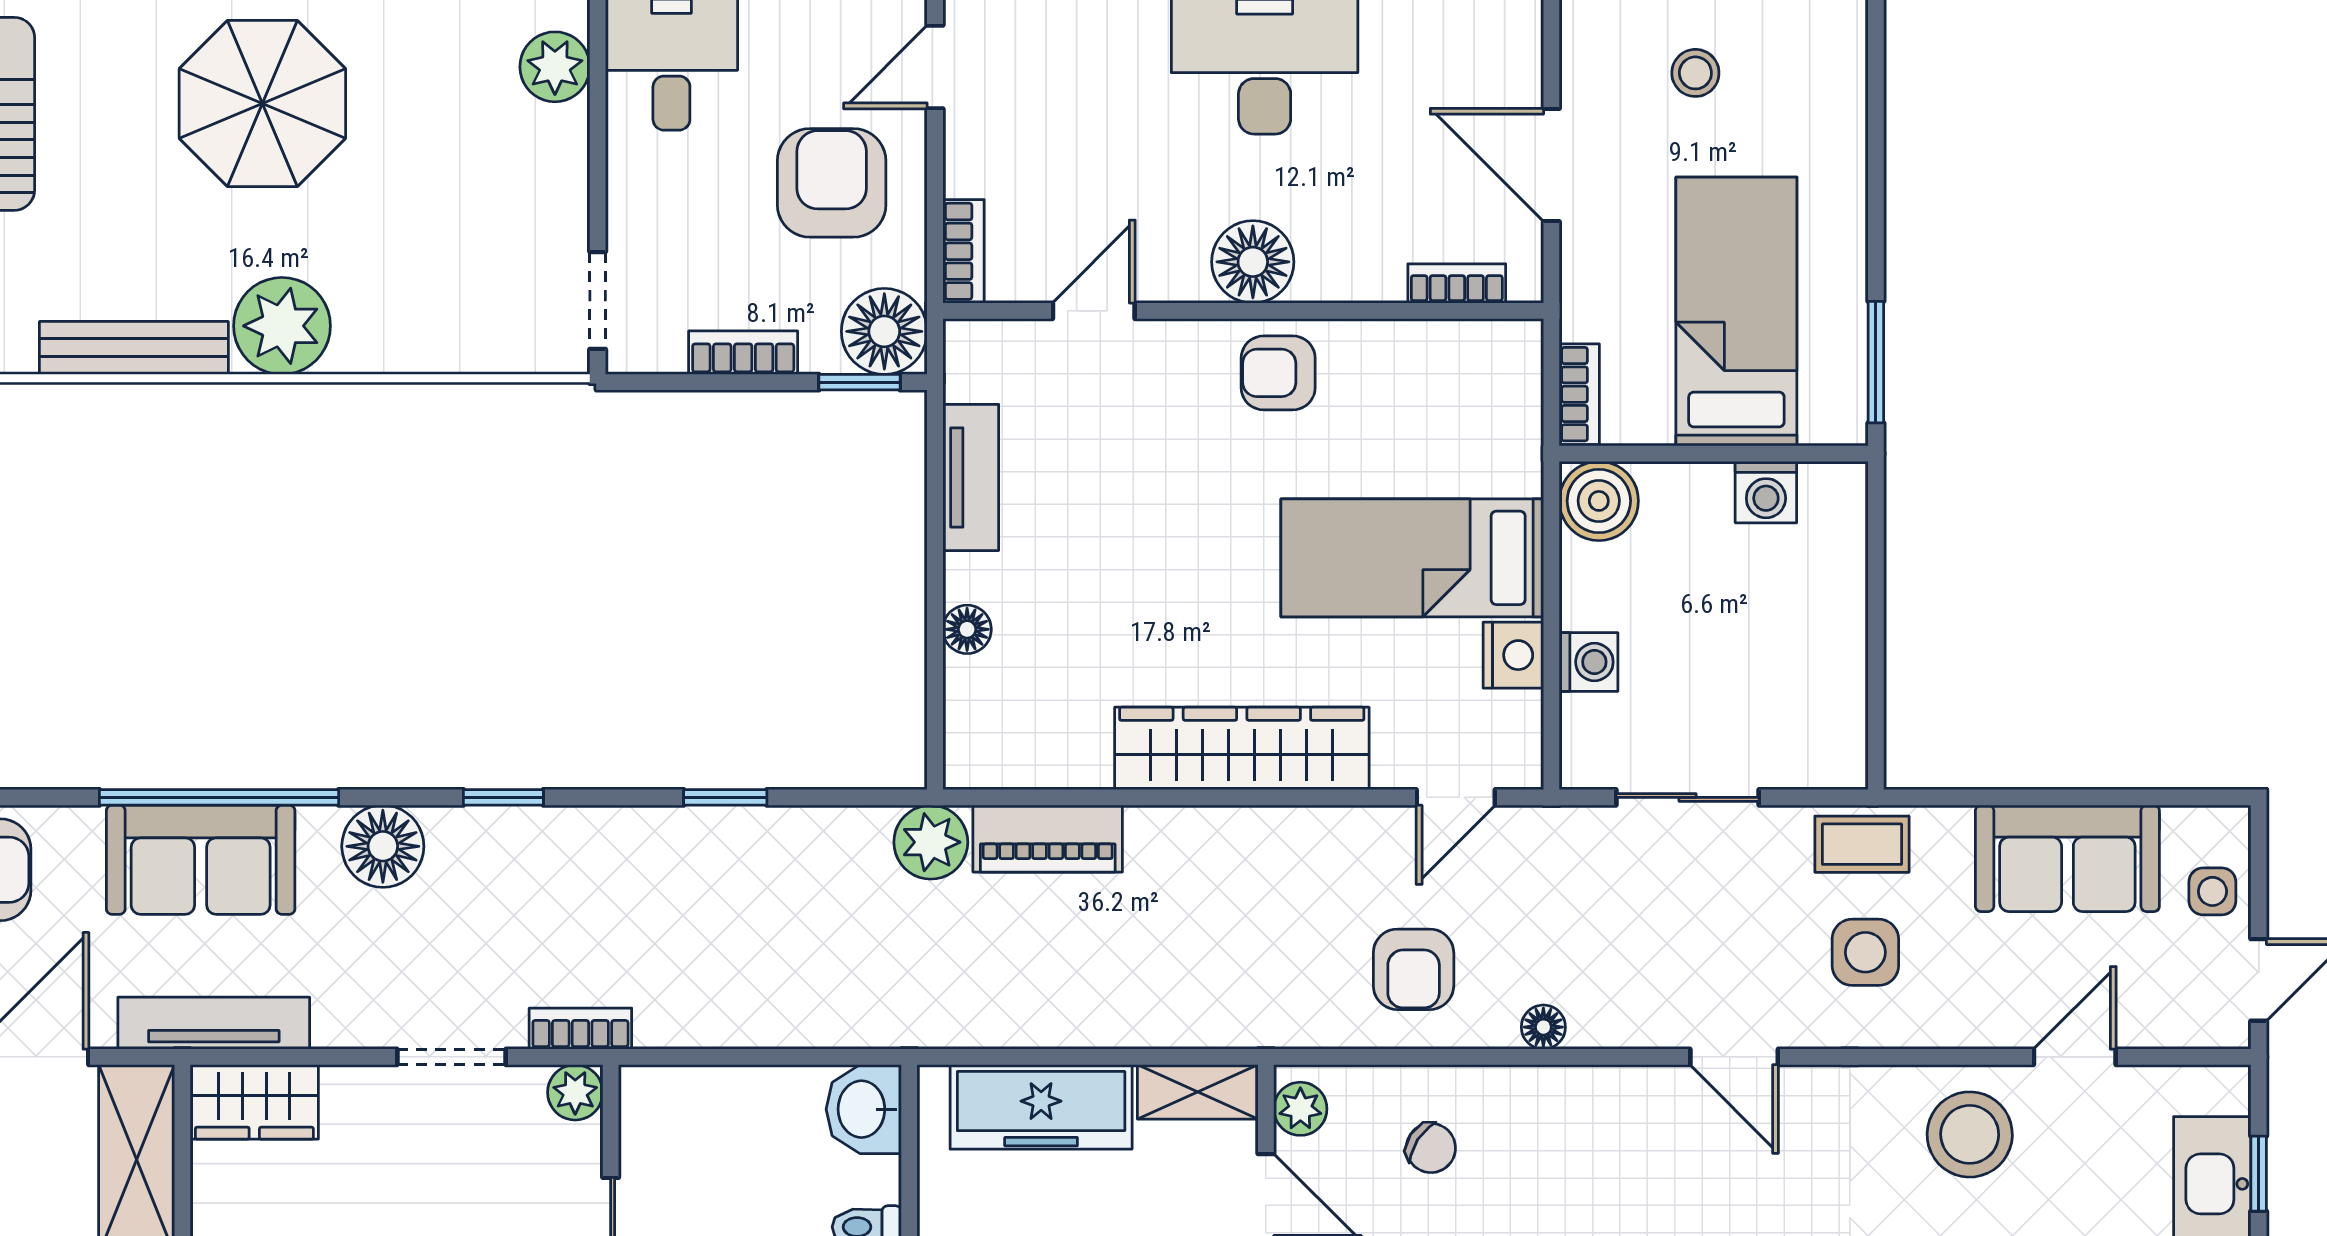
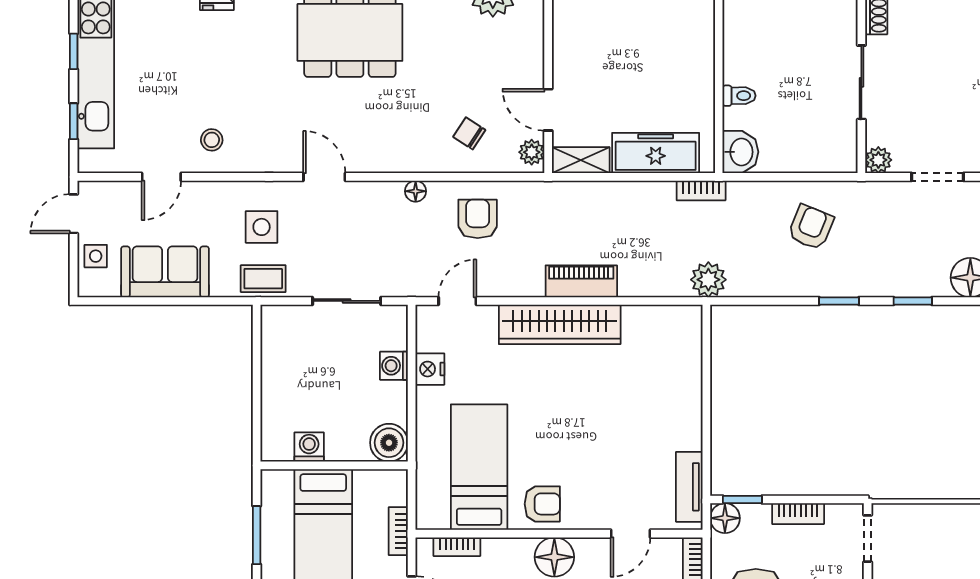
floor lamp: (884, 331) -> (725, 518), width x0.73, depth x0.73
window: (1876, 362) -> (257, 535), moved
bookcase: (1579, 394) -> (398, 531), moved
tv unit: (971, 477) -> (689, 487), moved
bed: (1412, 558) -> (479, 467), moved, turned -90
floor lamp: (967, 629) -> (691, 381), removed
window: (725, 797) -> (839, 301), moved
piano: (1048, 839) -> (581, 281), moved
armchair: (717, 952) -> (811, 227), added
bookcase: (580, 1029) -> (701, 190), moved
stool: (1970, 1134) -> (212, 140), width x0.53, depth x0.53

